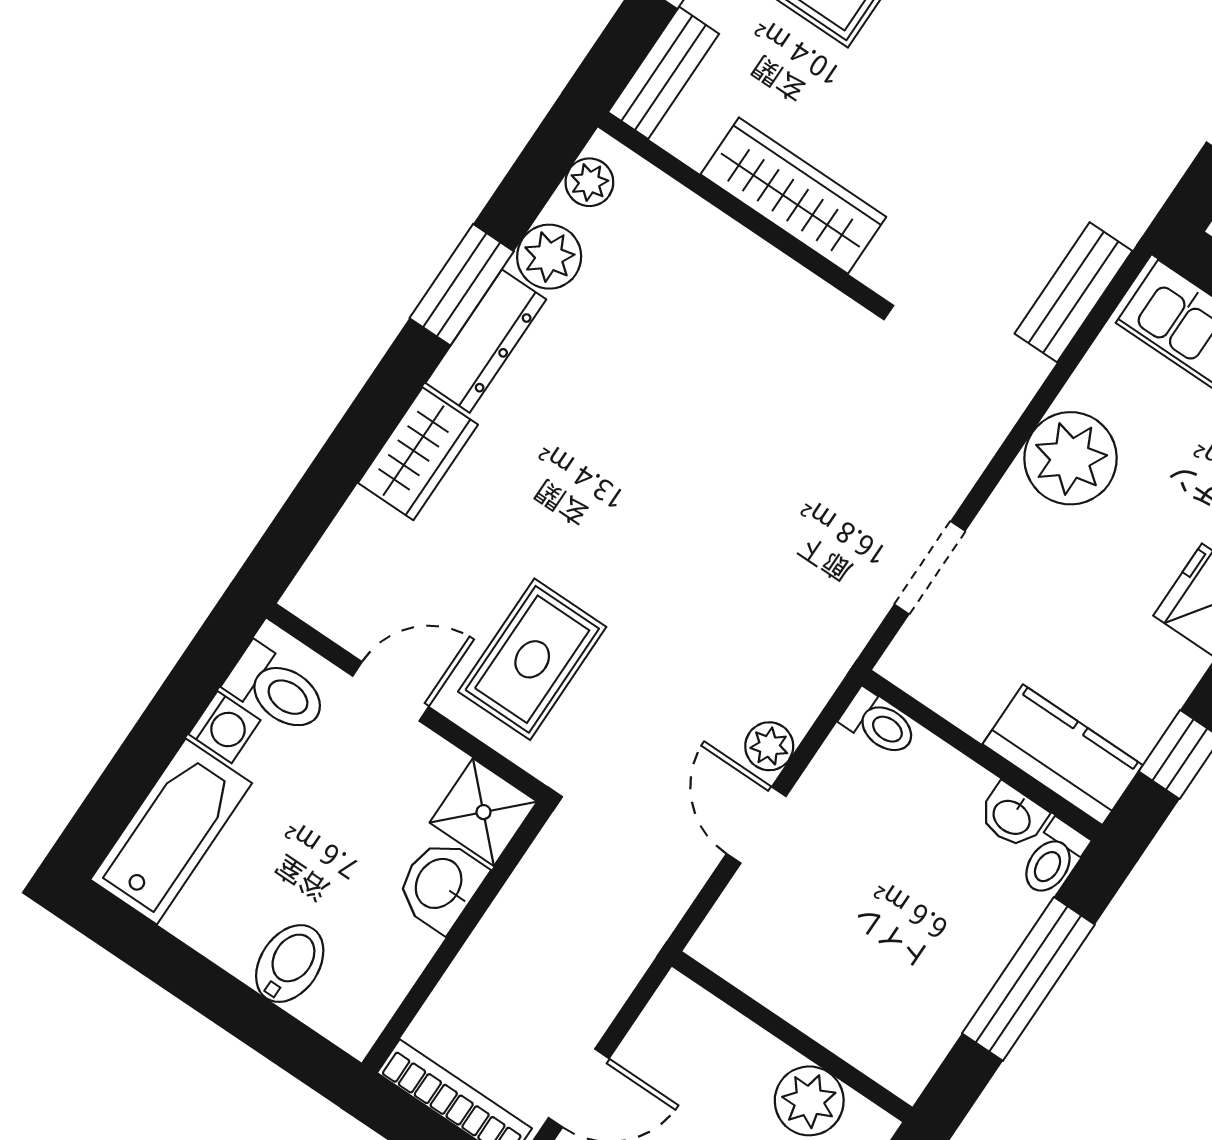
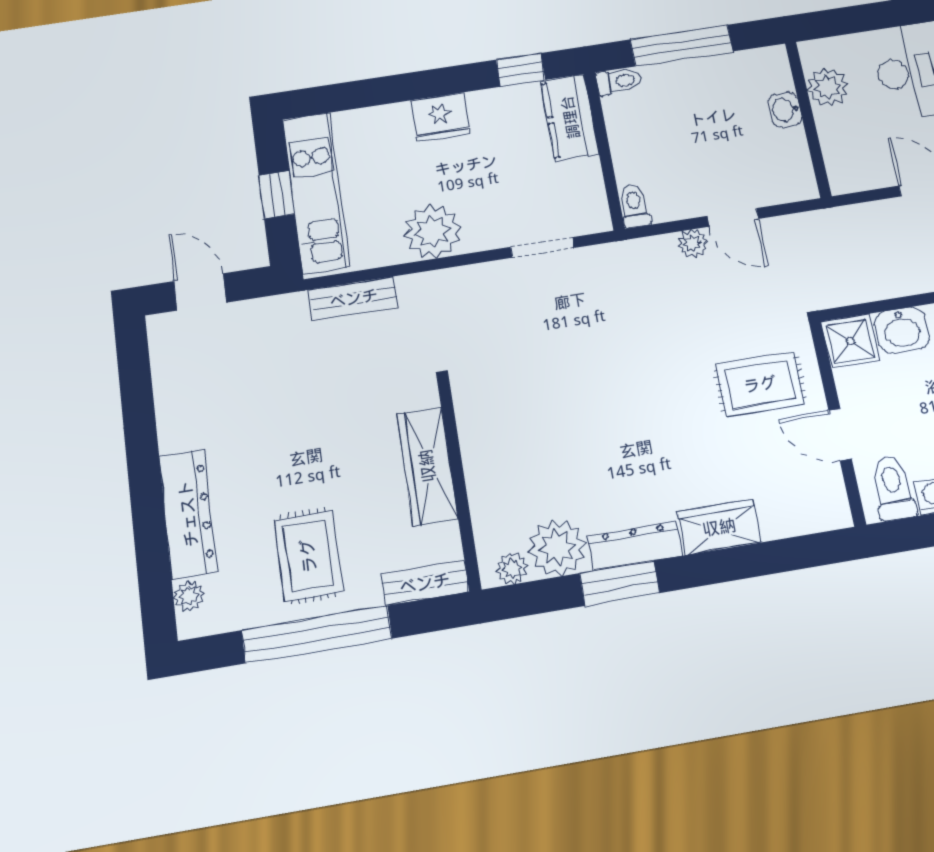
plant: (549, 257) -> (557, 548), width x1.36, depth x1.36
washbasin: (1012, 816) -> (785, 110), moved, turned 180
door: (756, 825) -> (733, 217), hinge flipped

